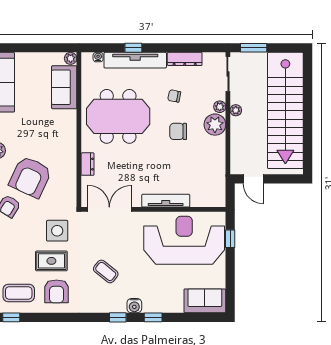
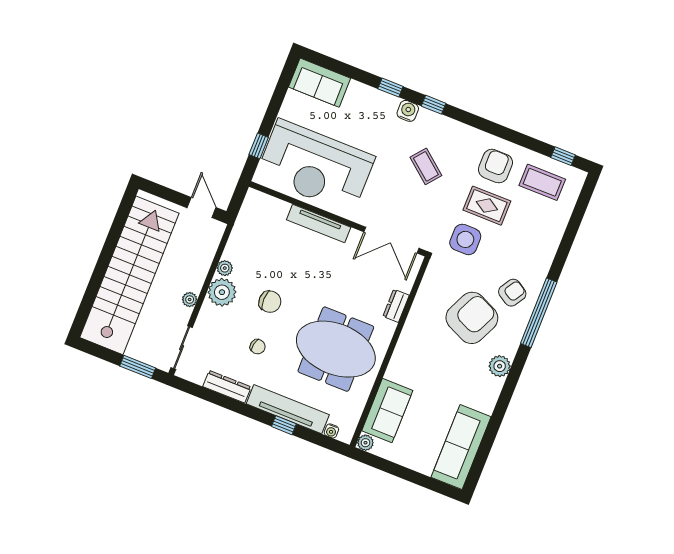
plant: (220, 107) -> (225, 268), moved

